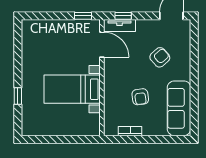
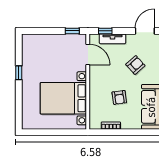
tv unit: (119, 25) -> (113, 39), moved
bed with nightstands: (72, 89) -> (63, 98), width x1.36
window: (18, 96) -> (19, 73), moved

